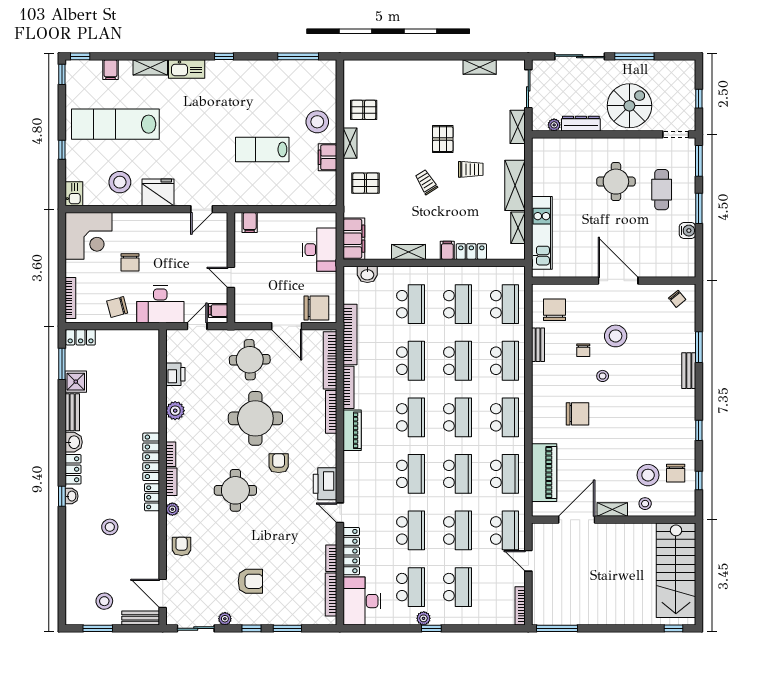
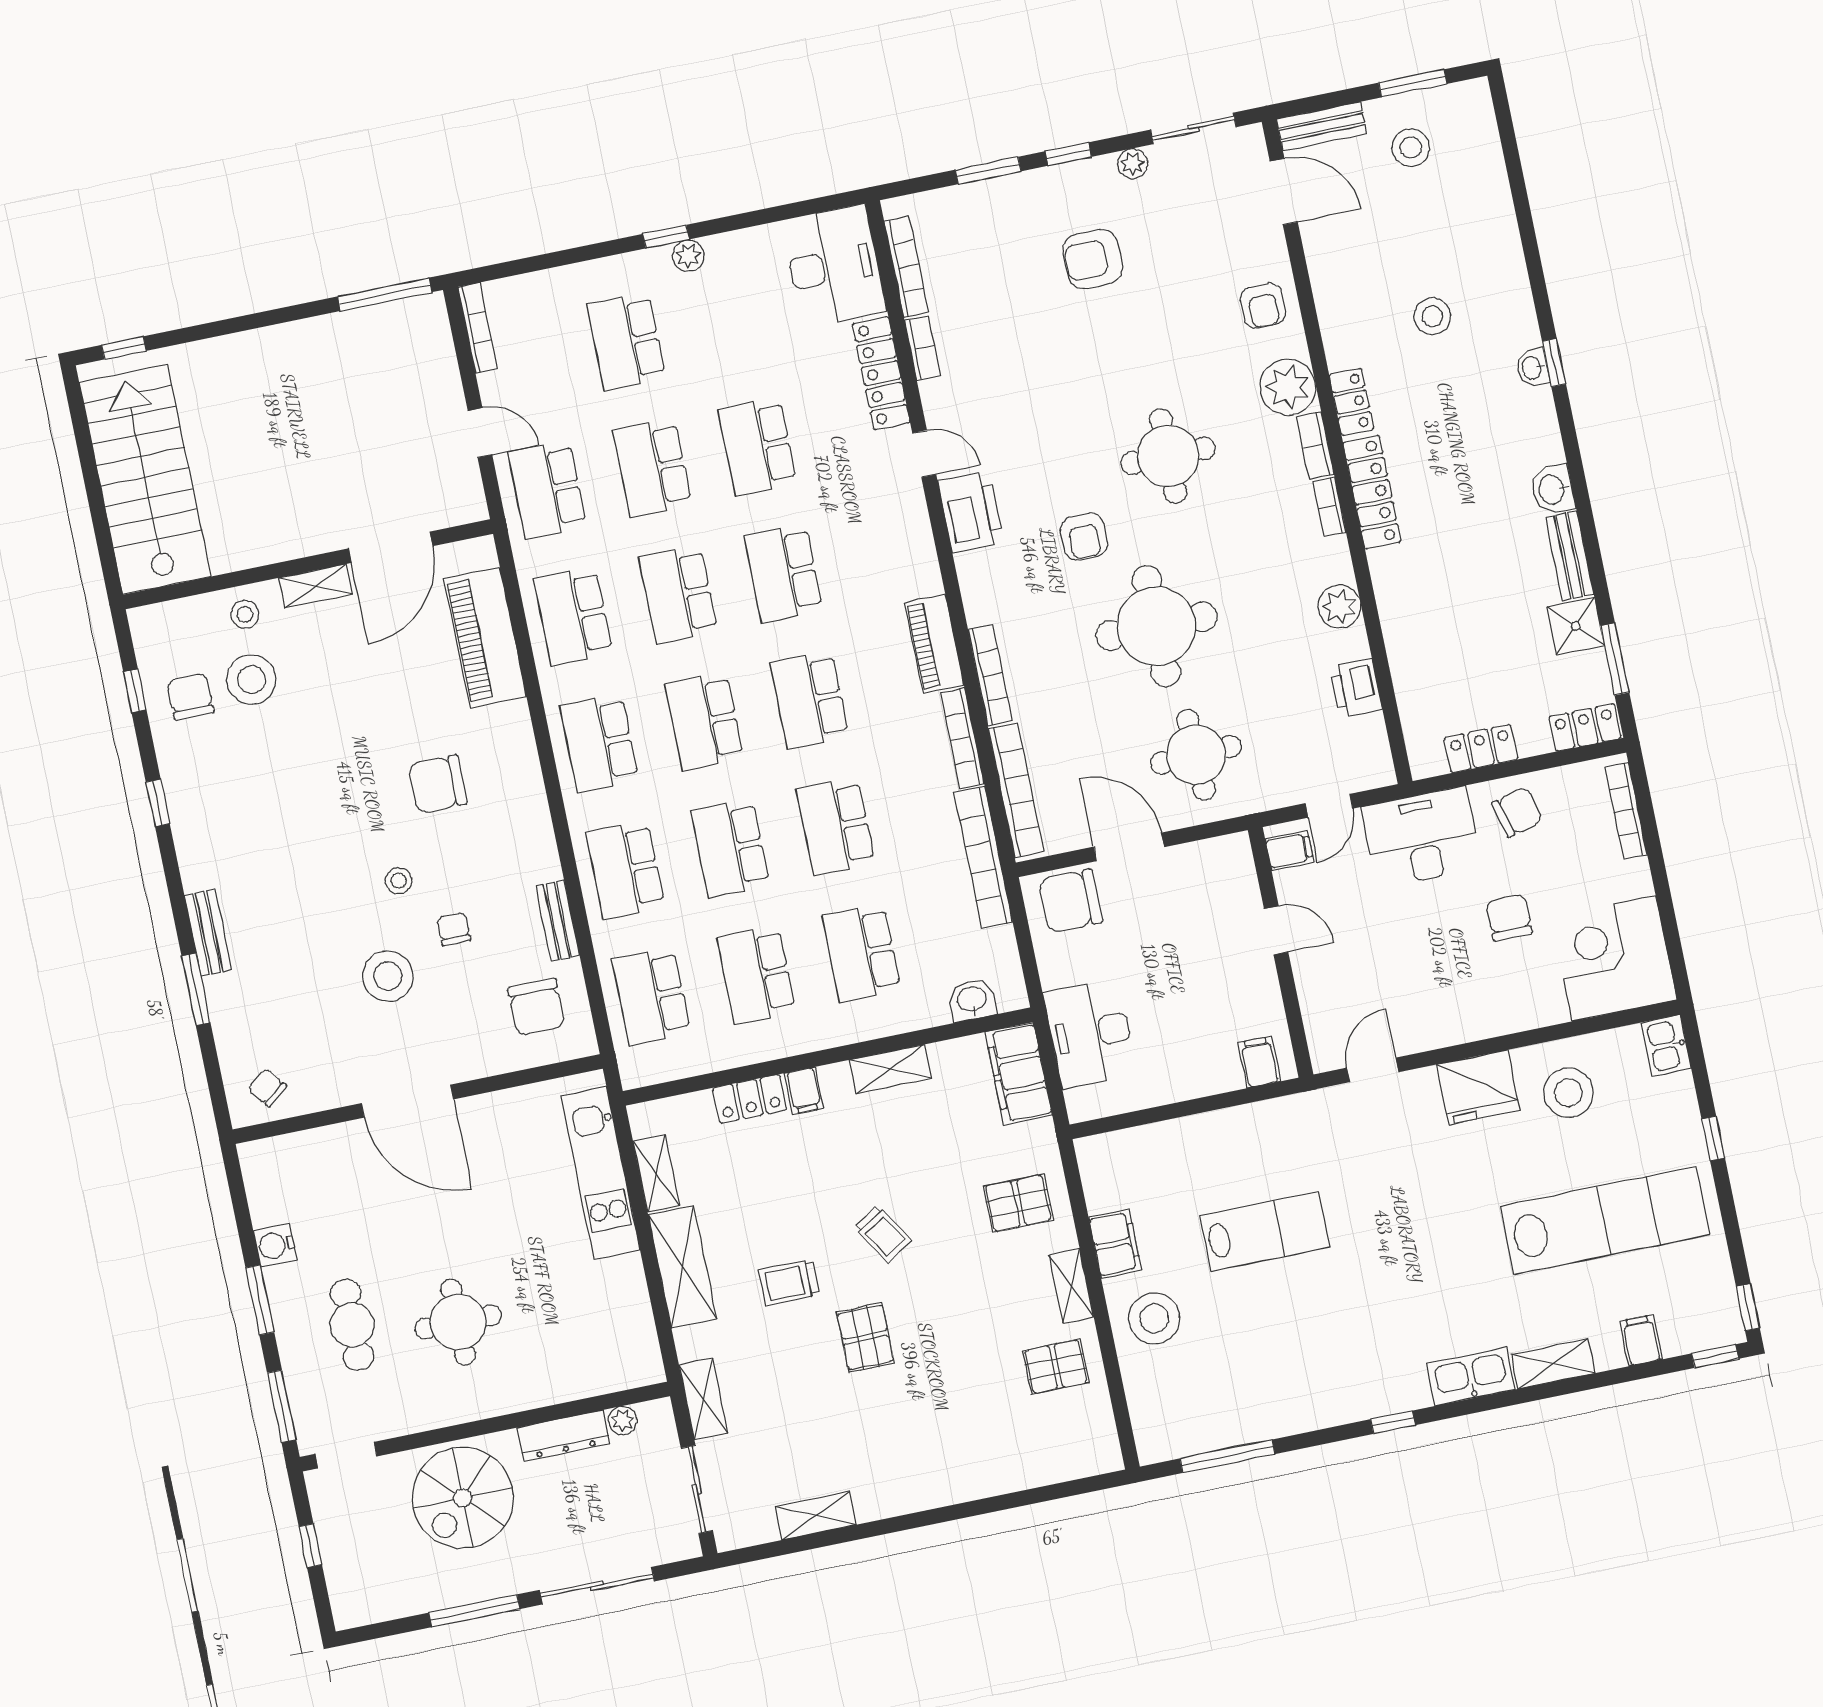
locker: (73, 469) -> (1481, 749), moved, turned 90
plant: (172, 509) -> (1288, 387), width x1.88, depth x1.88
school desk: (411, 587) -> (732, 320), removed

